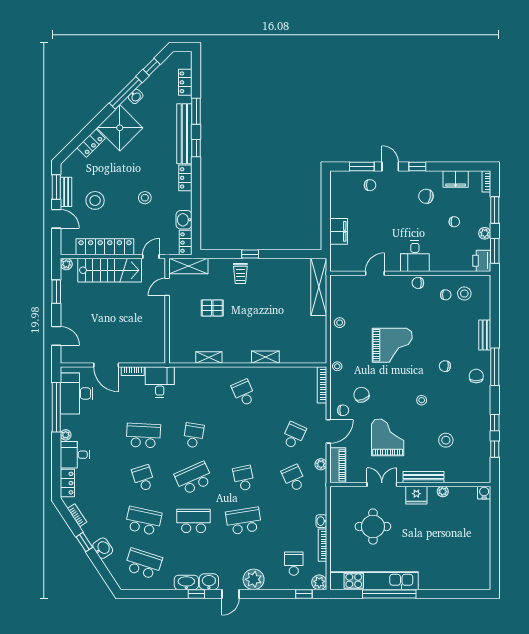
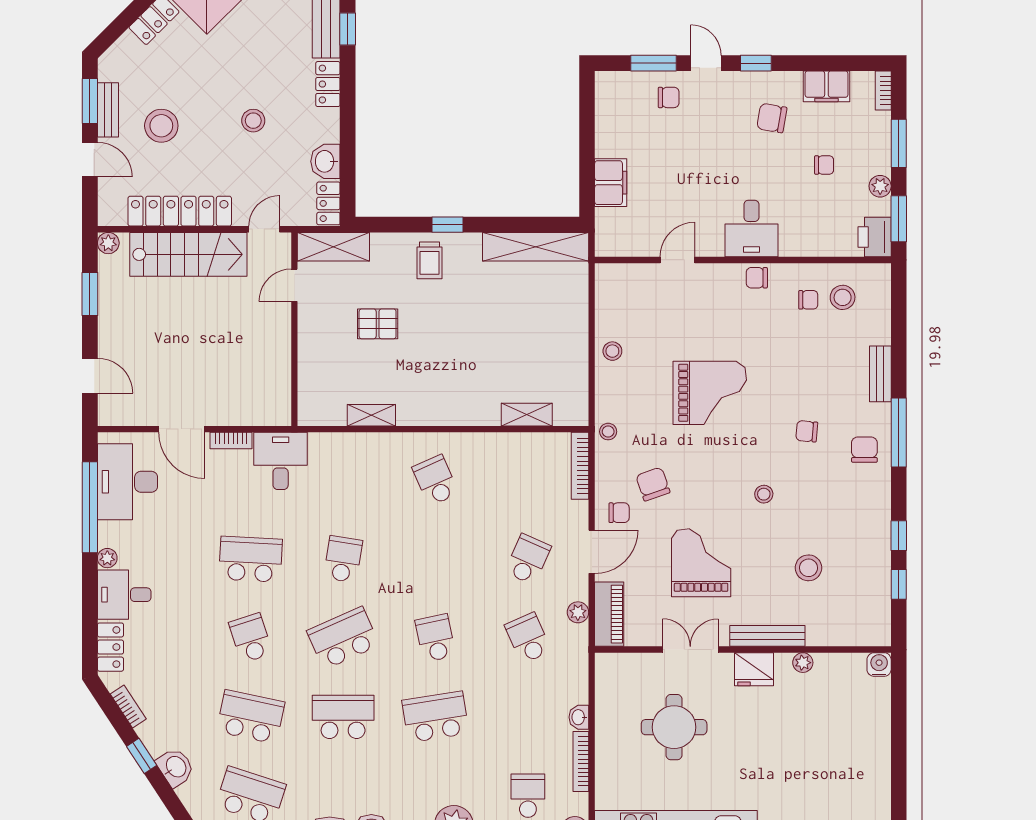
shelving: (319, 287) -> (536, 247), moved, turned 90
shelving: (265, 357) -> (527, 415), moved

